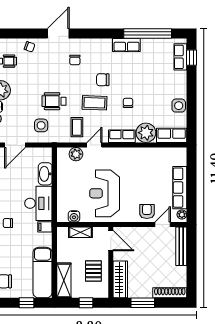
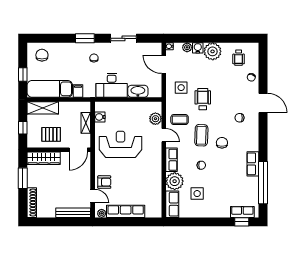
side table: (179, 106) -> (197, 194), moved
filing cabinet: (45, 227) -> (78, 91), moved

